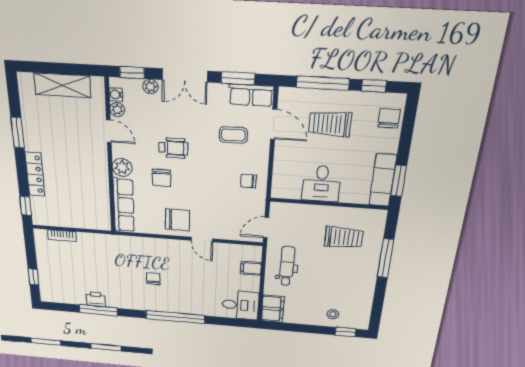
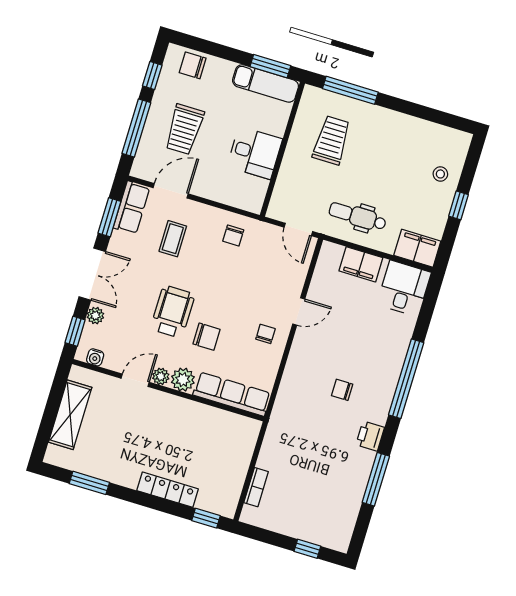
plant: (117, 110) -> (161, 376), moved
window: (18, 133) -> (89, 483), moved
wheelchair: (173, 148) -> (173, 312), width x1.36, depth x1.37
chair: (177, 220) -> (265, 334), width x0.54, depth x0.54
window: (385, 258) -> (350, 90), moved
filing cabinet: (251, 268) -> (361, 264), width x2.00
printer: (96, 299) -> (370, 436), moved
window: (345, 332) -> (459, 205), moved

